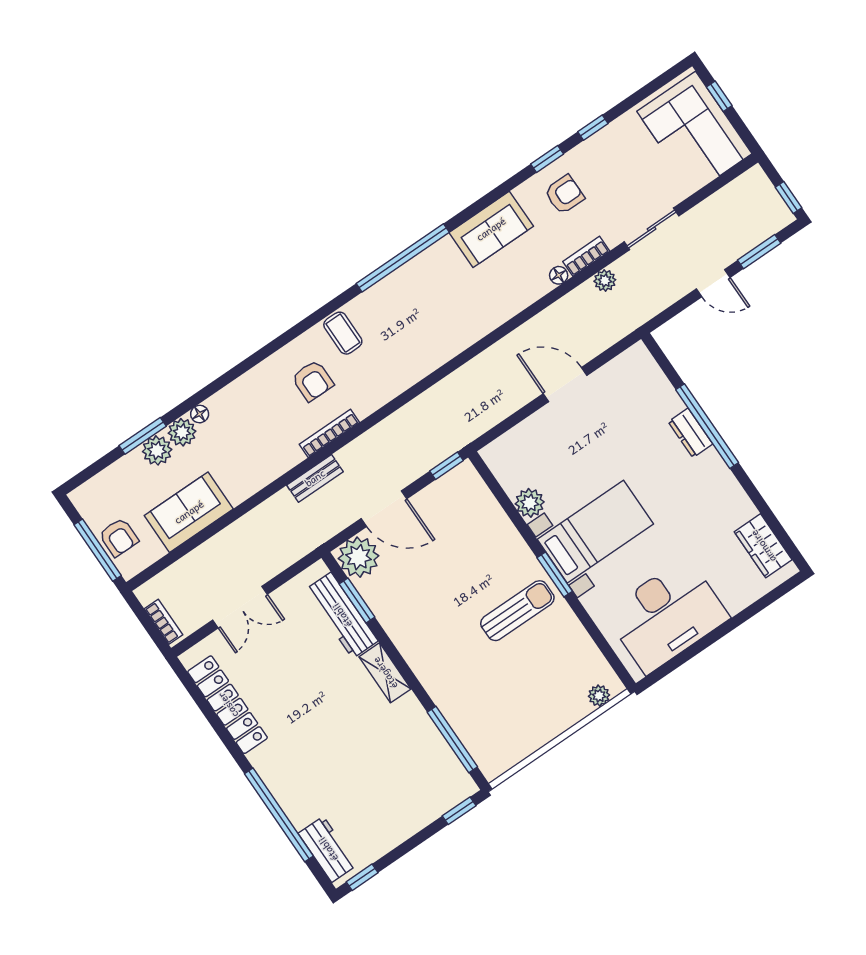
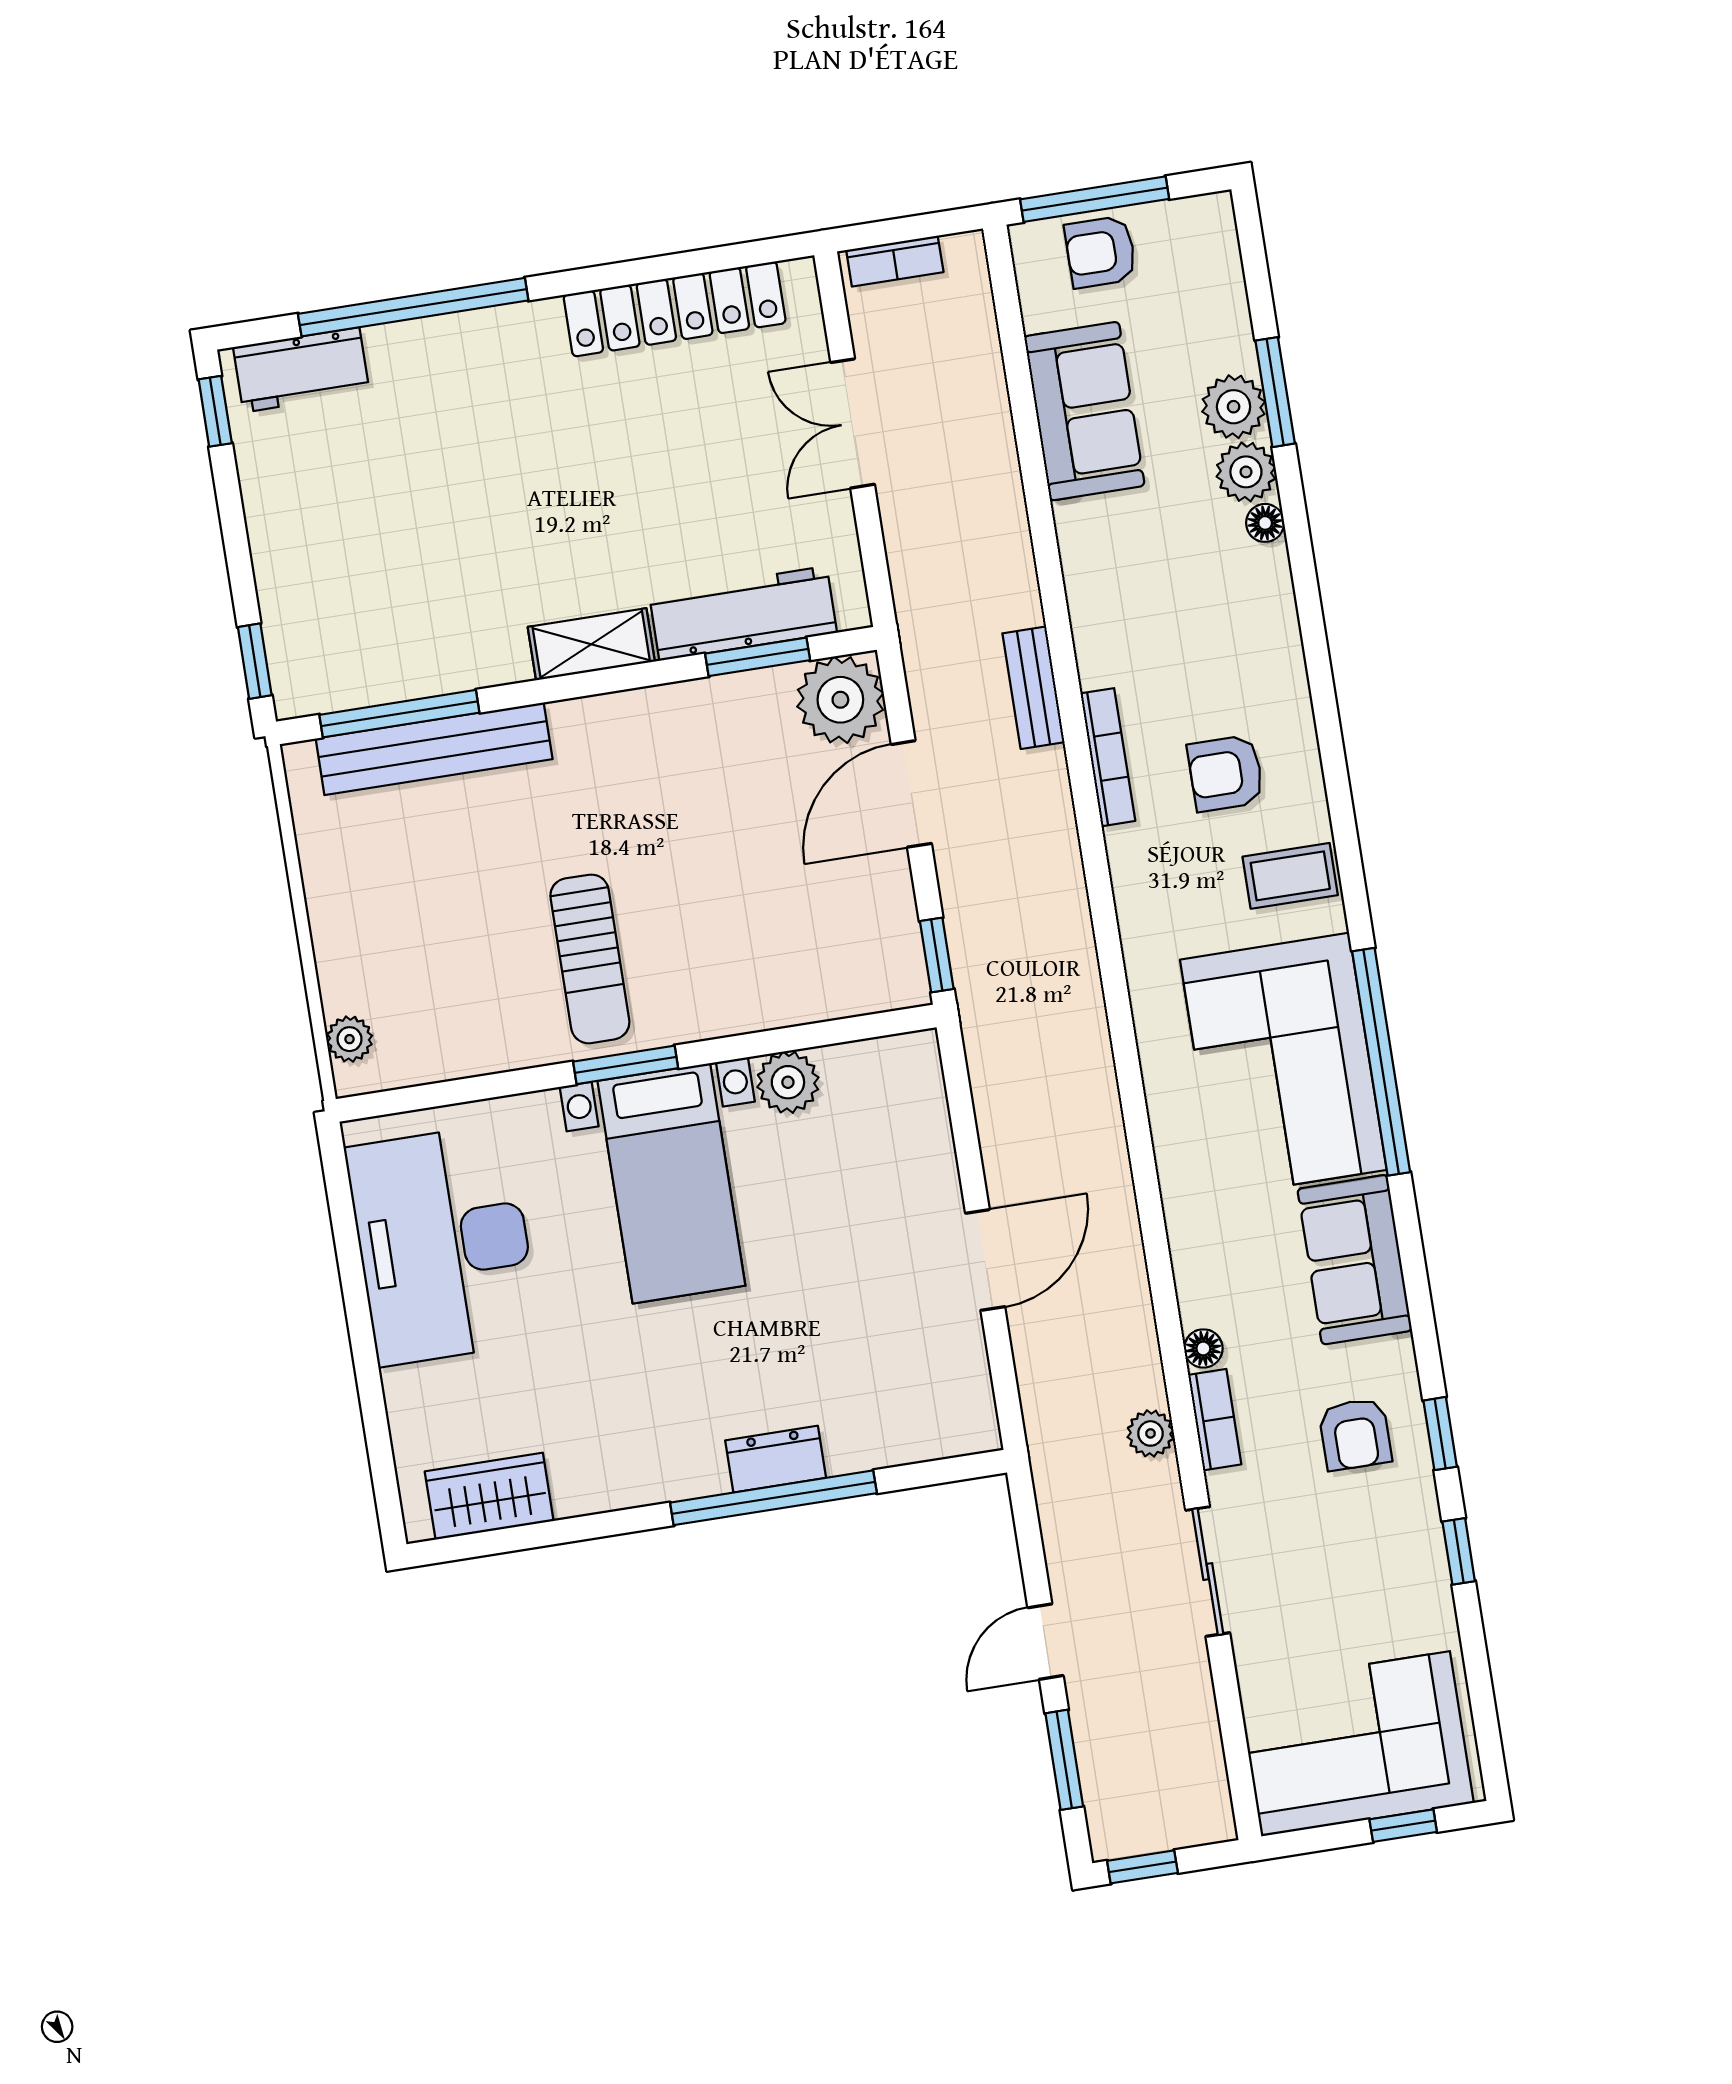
corner sofa: (424, 298) -> (1283, 1065), added
bench: (460, 718) -> (434, 749), added

